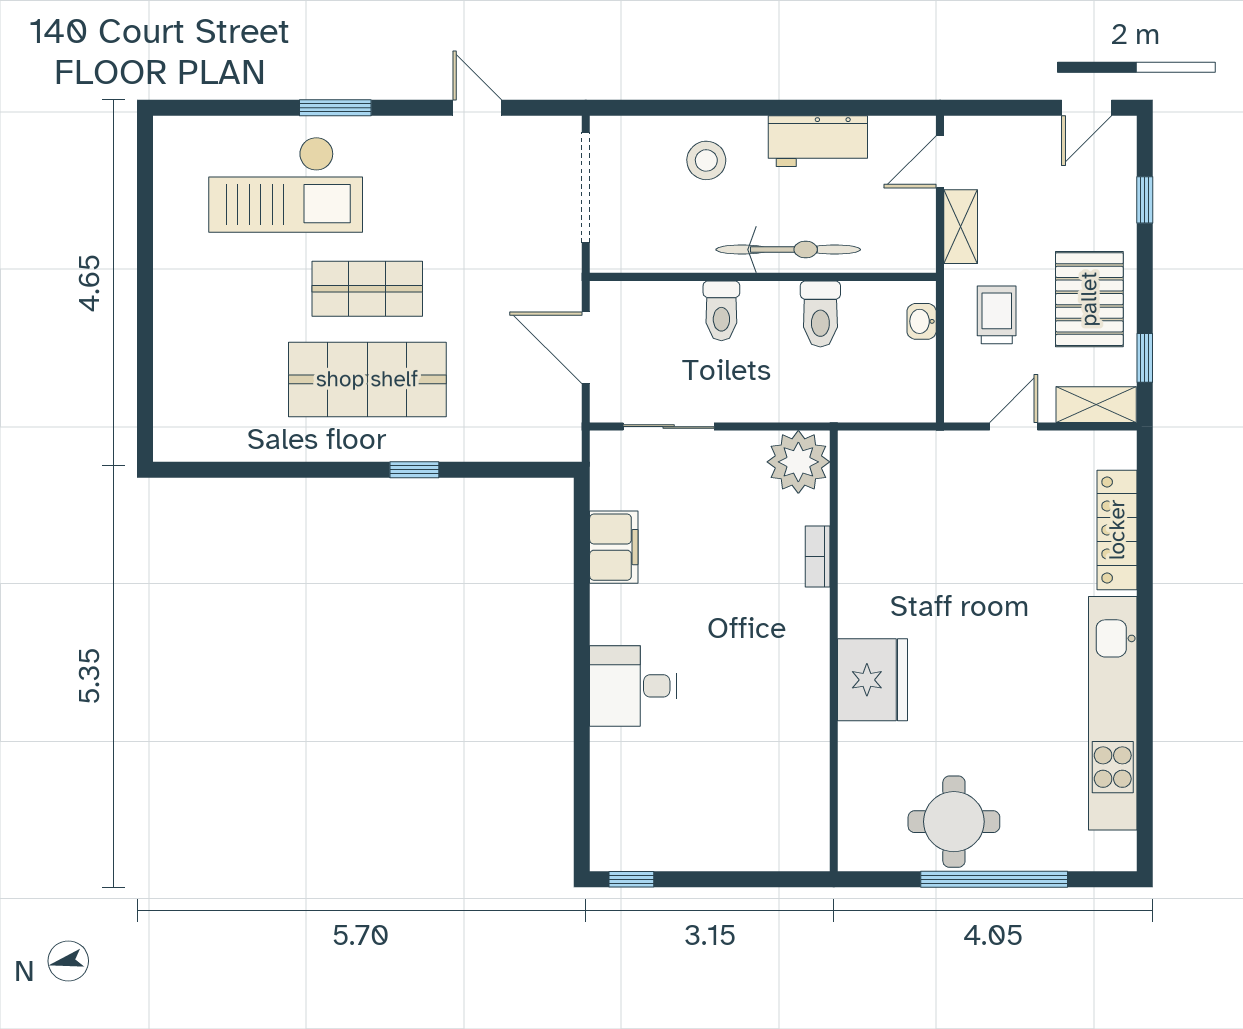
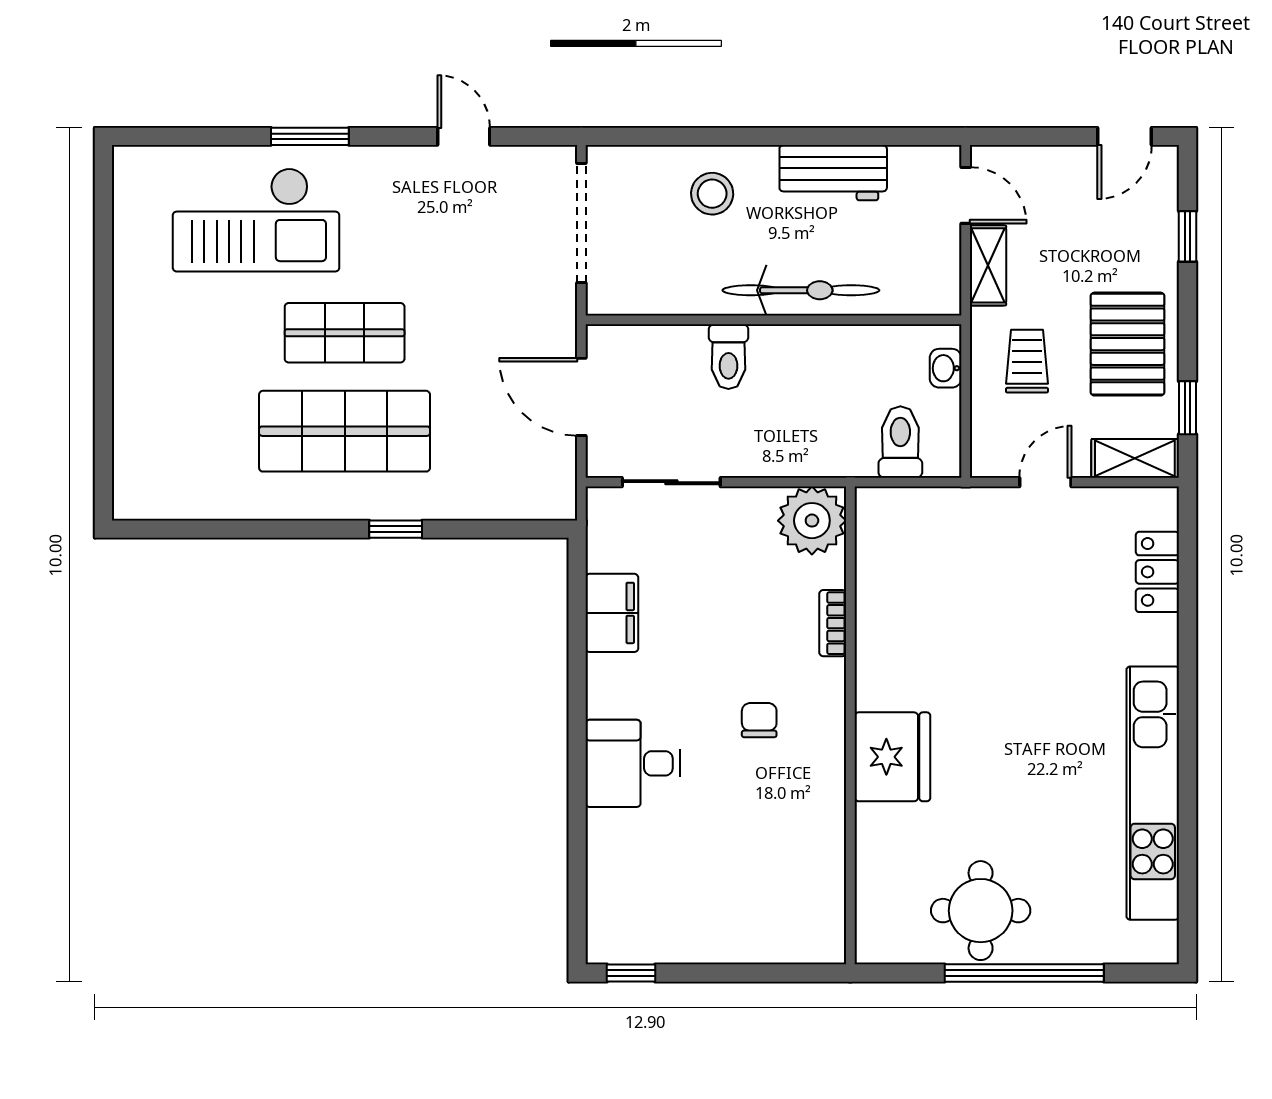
door: (940, 162) -> (966, 195), swing flipped
toilet: (820, 314) -> (900, 442), moved, turned 180
locker: (1117, 530) -> (1157, 572), width x0.66
chair: (750, 646) -> (759, 720), added

